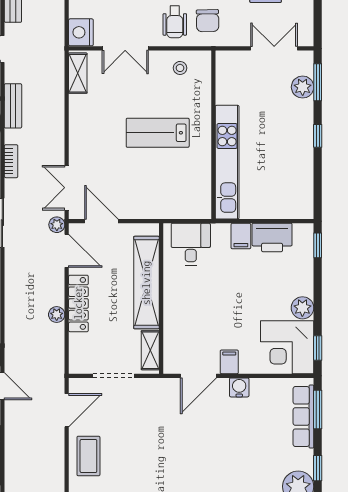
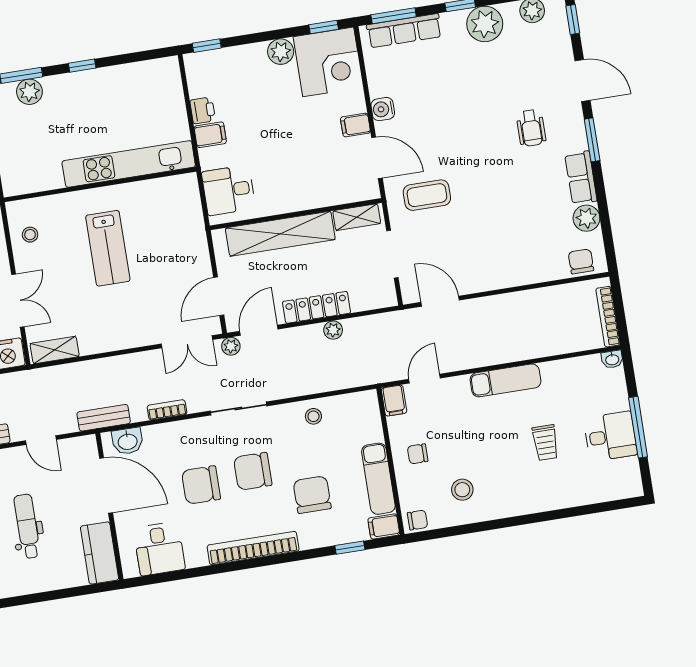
printer: (272, 237) -> (203, 110), width x0.53, depth x0.68
coffee table: (88, 456) -> (427, 195), moved

